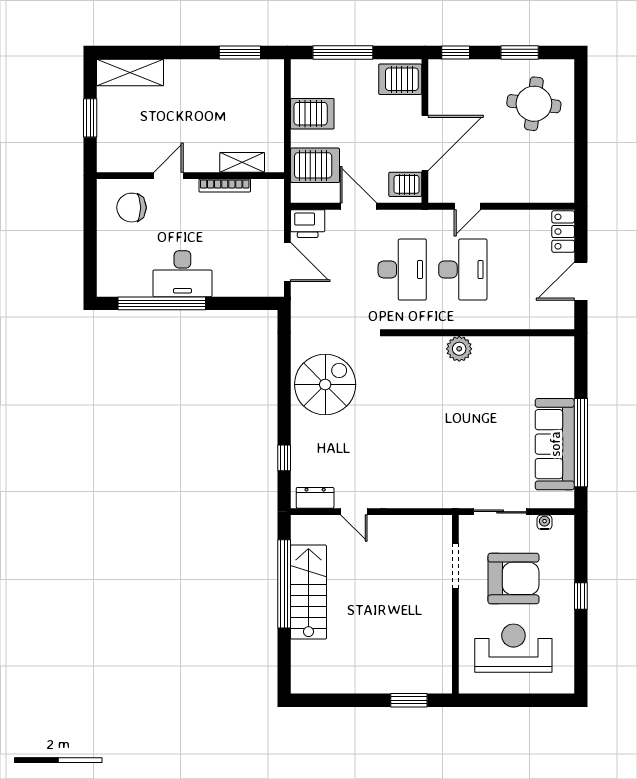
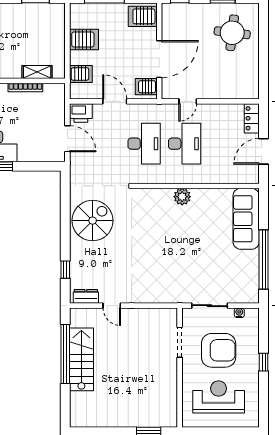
server rack: (315, 165) -> (81, 74), width x0.73, depth x0.70
sofa: (555, 444) -> (246, 219), moved

